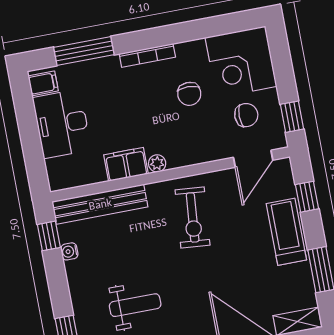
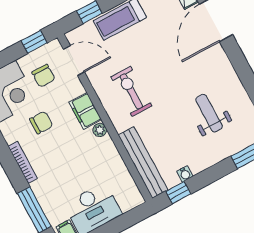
chair: (246, 115) -> (43, 76), turned 180
filing cabinet: (126, 164) -> (85, 111), moved
exercise bike: (193, 218) -> (131, 91), turned -95

